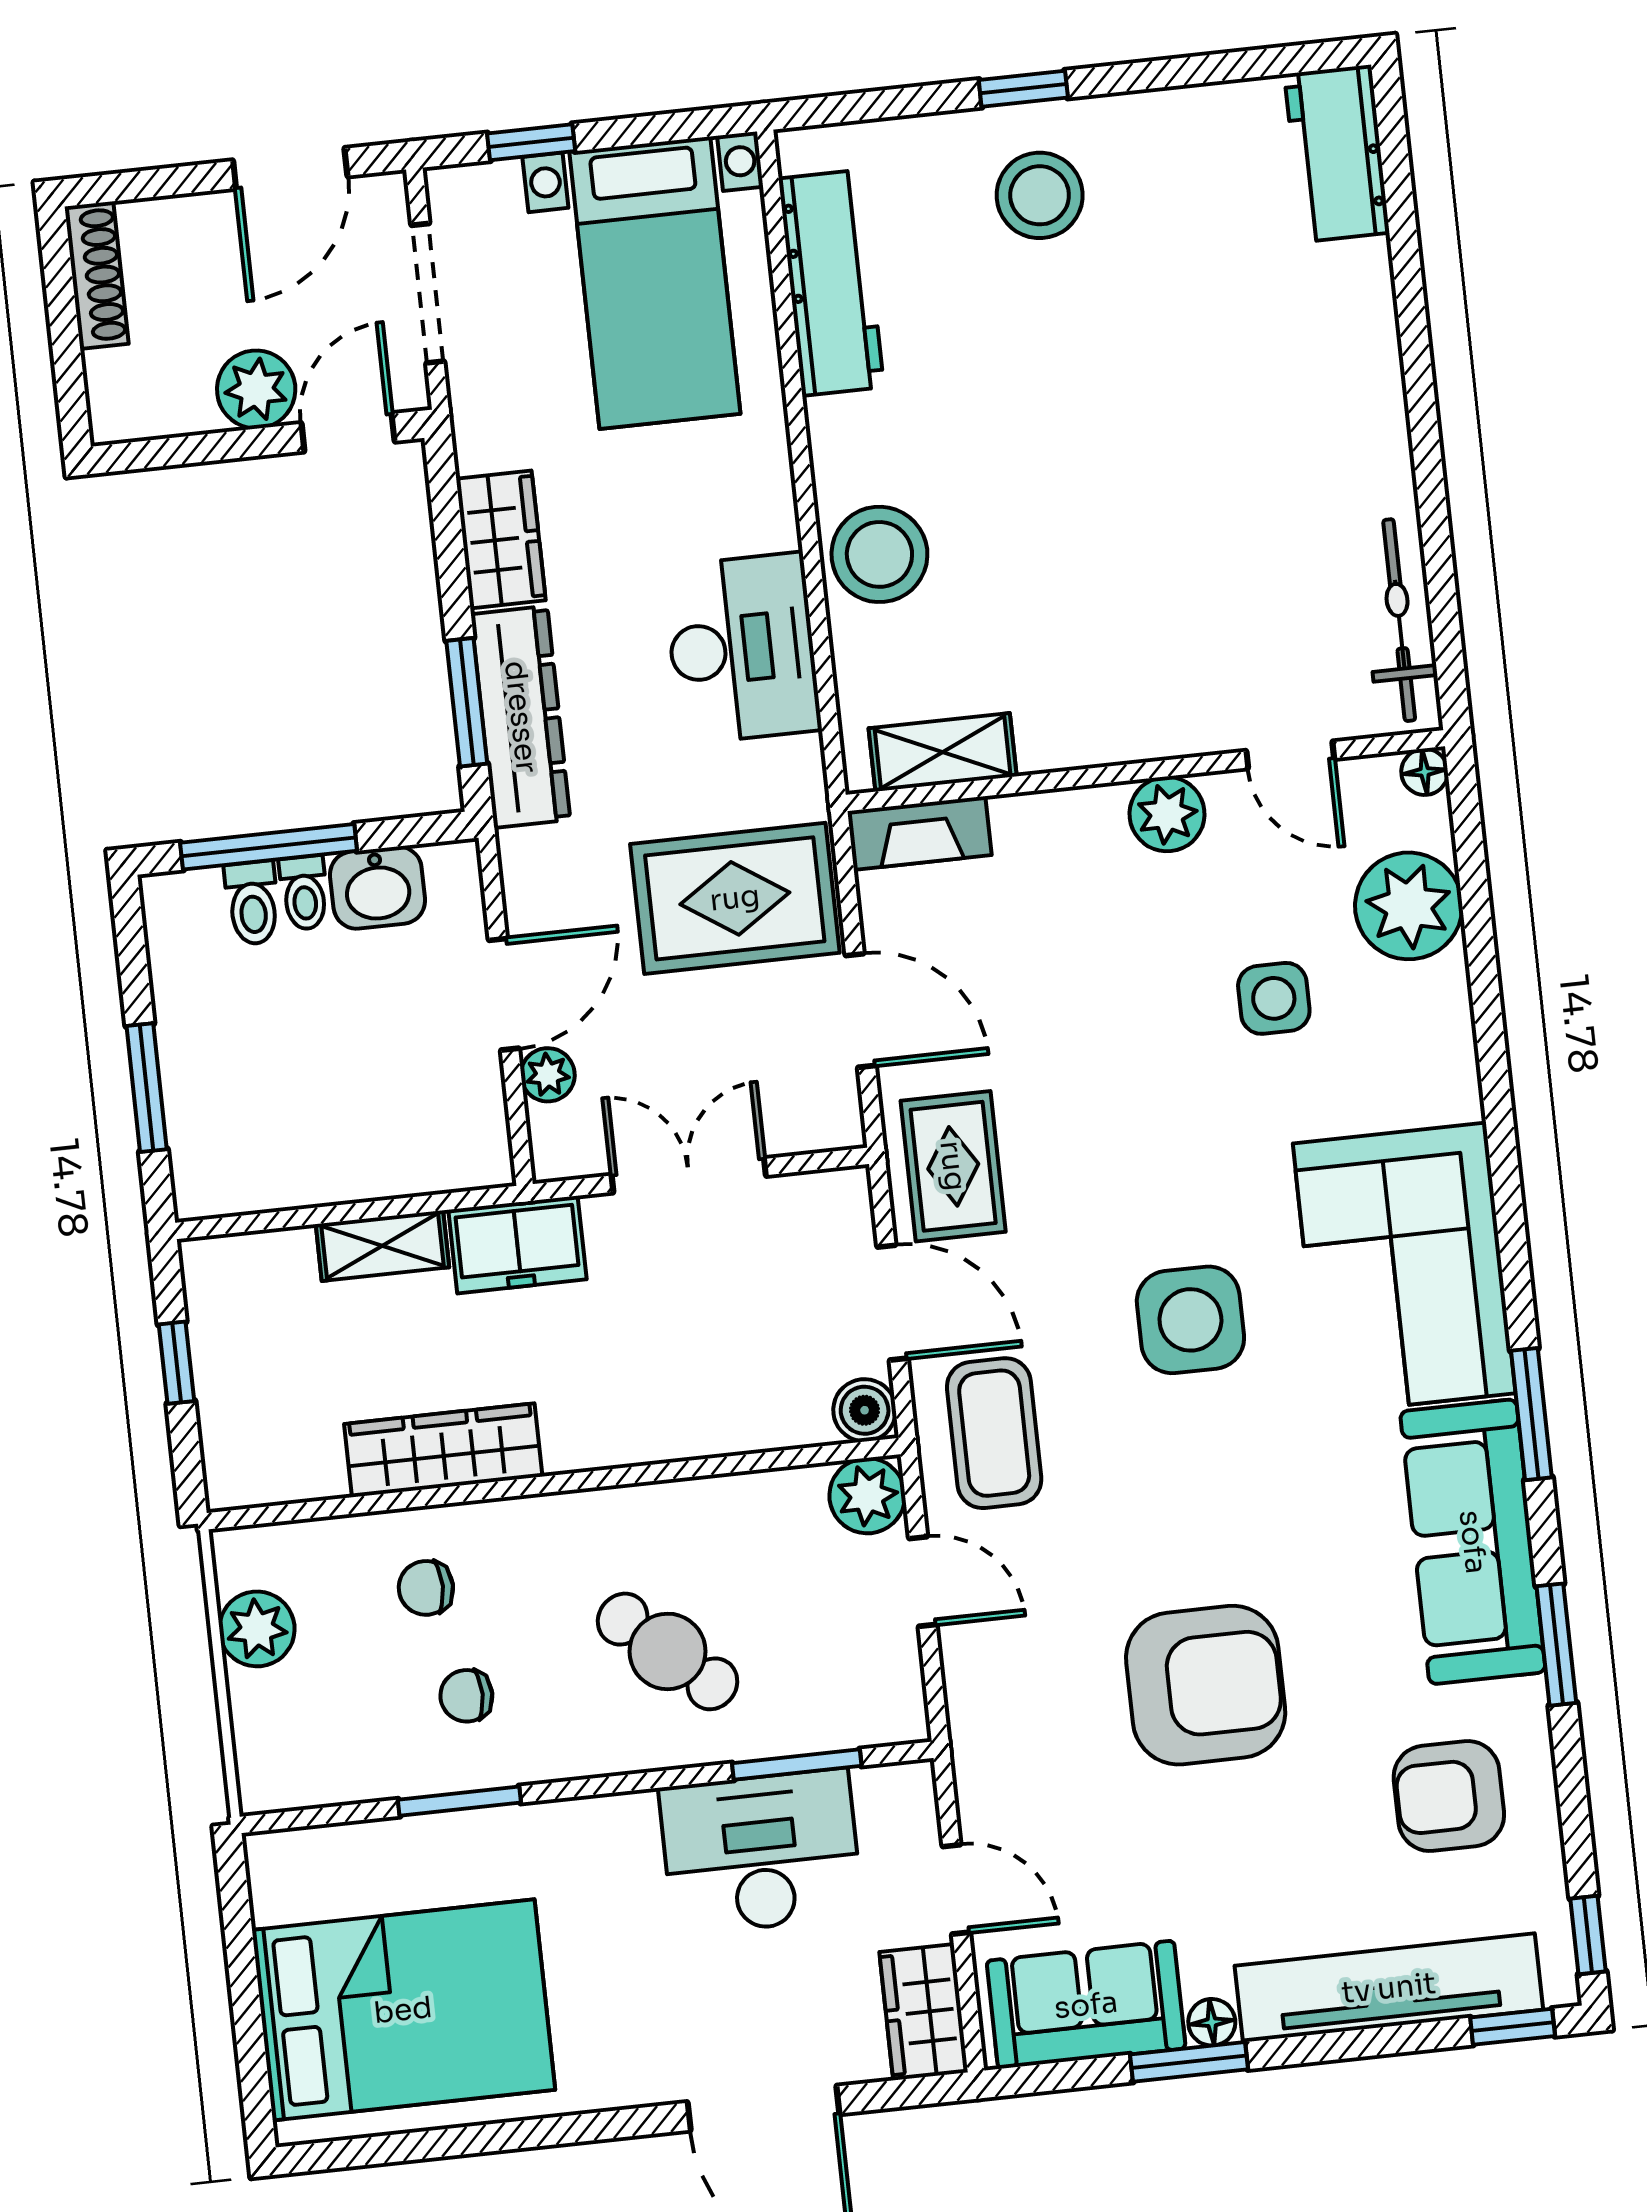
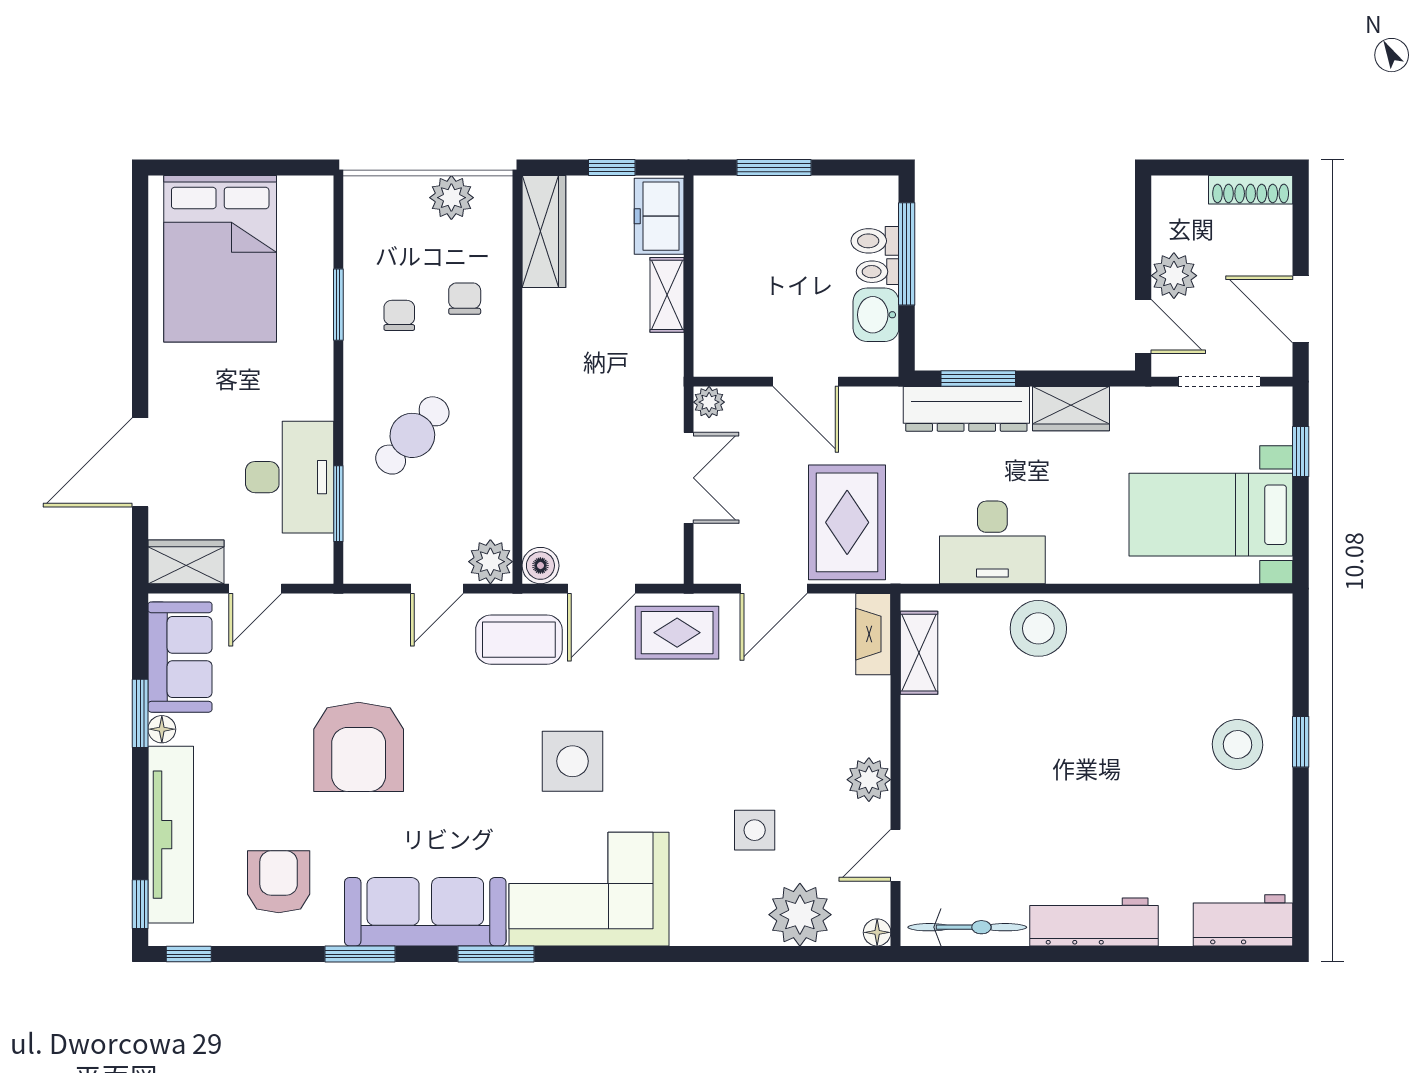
workbench: (831, 283) -> (1094, 922), moved, turned 180
plant: (548, 1075) -> (709, 402), moved
freezer: (517, 1245) -> (659, 216), moved
wardrobe: (443, 1450) -> (544, 232), moved

